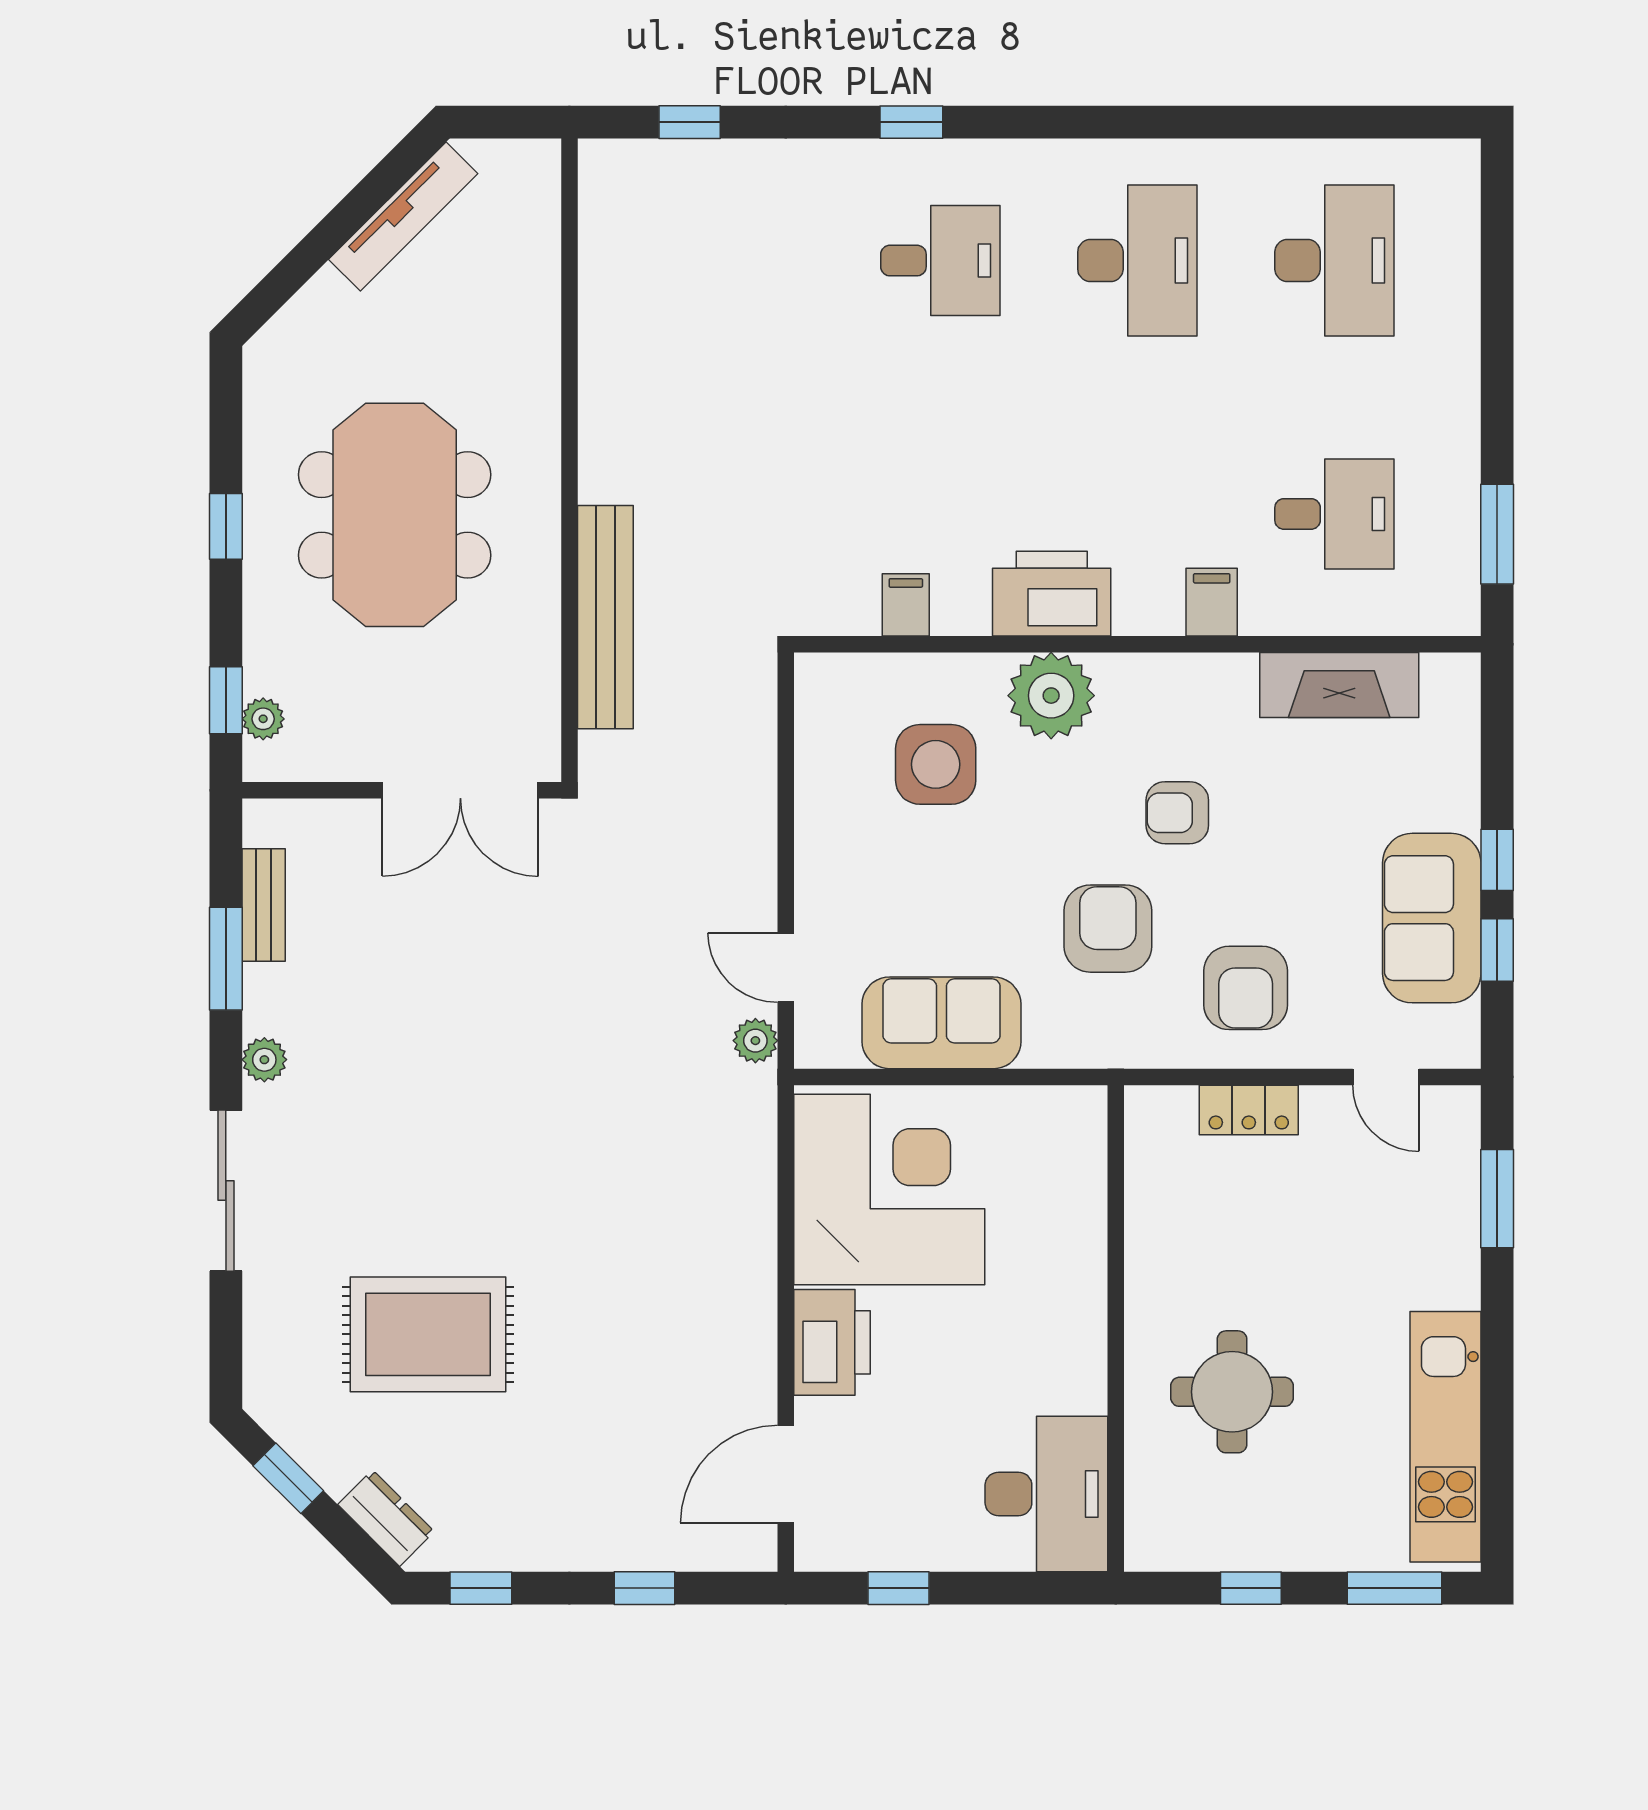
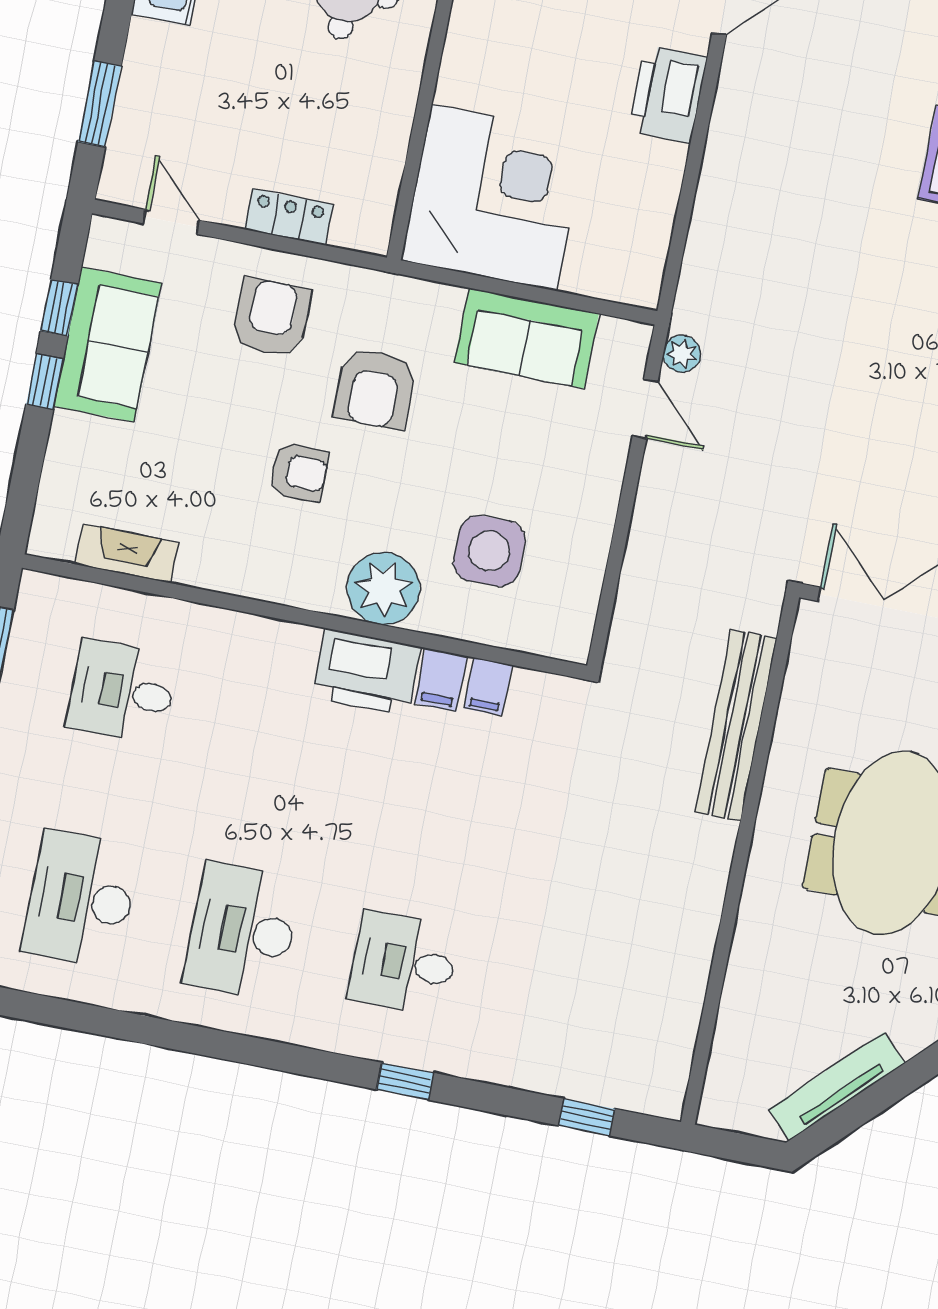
filing cabinet: (1212, 602) -> (441, 680), moved
fireplace: (1339, 685) -> (127, 554), width x0.73, depth x0.76
corner desk: (889, 1190) -> (494, 198), moved, turned 180

